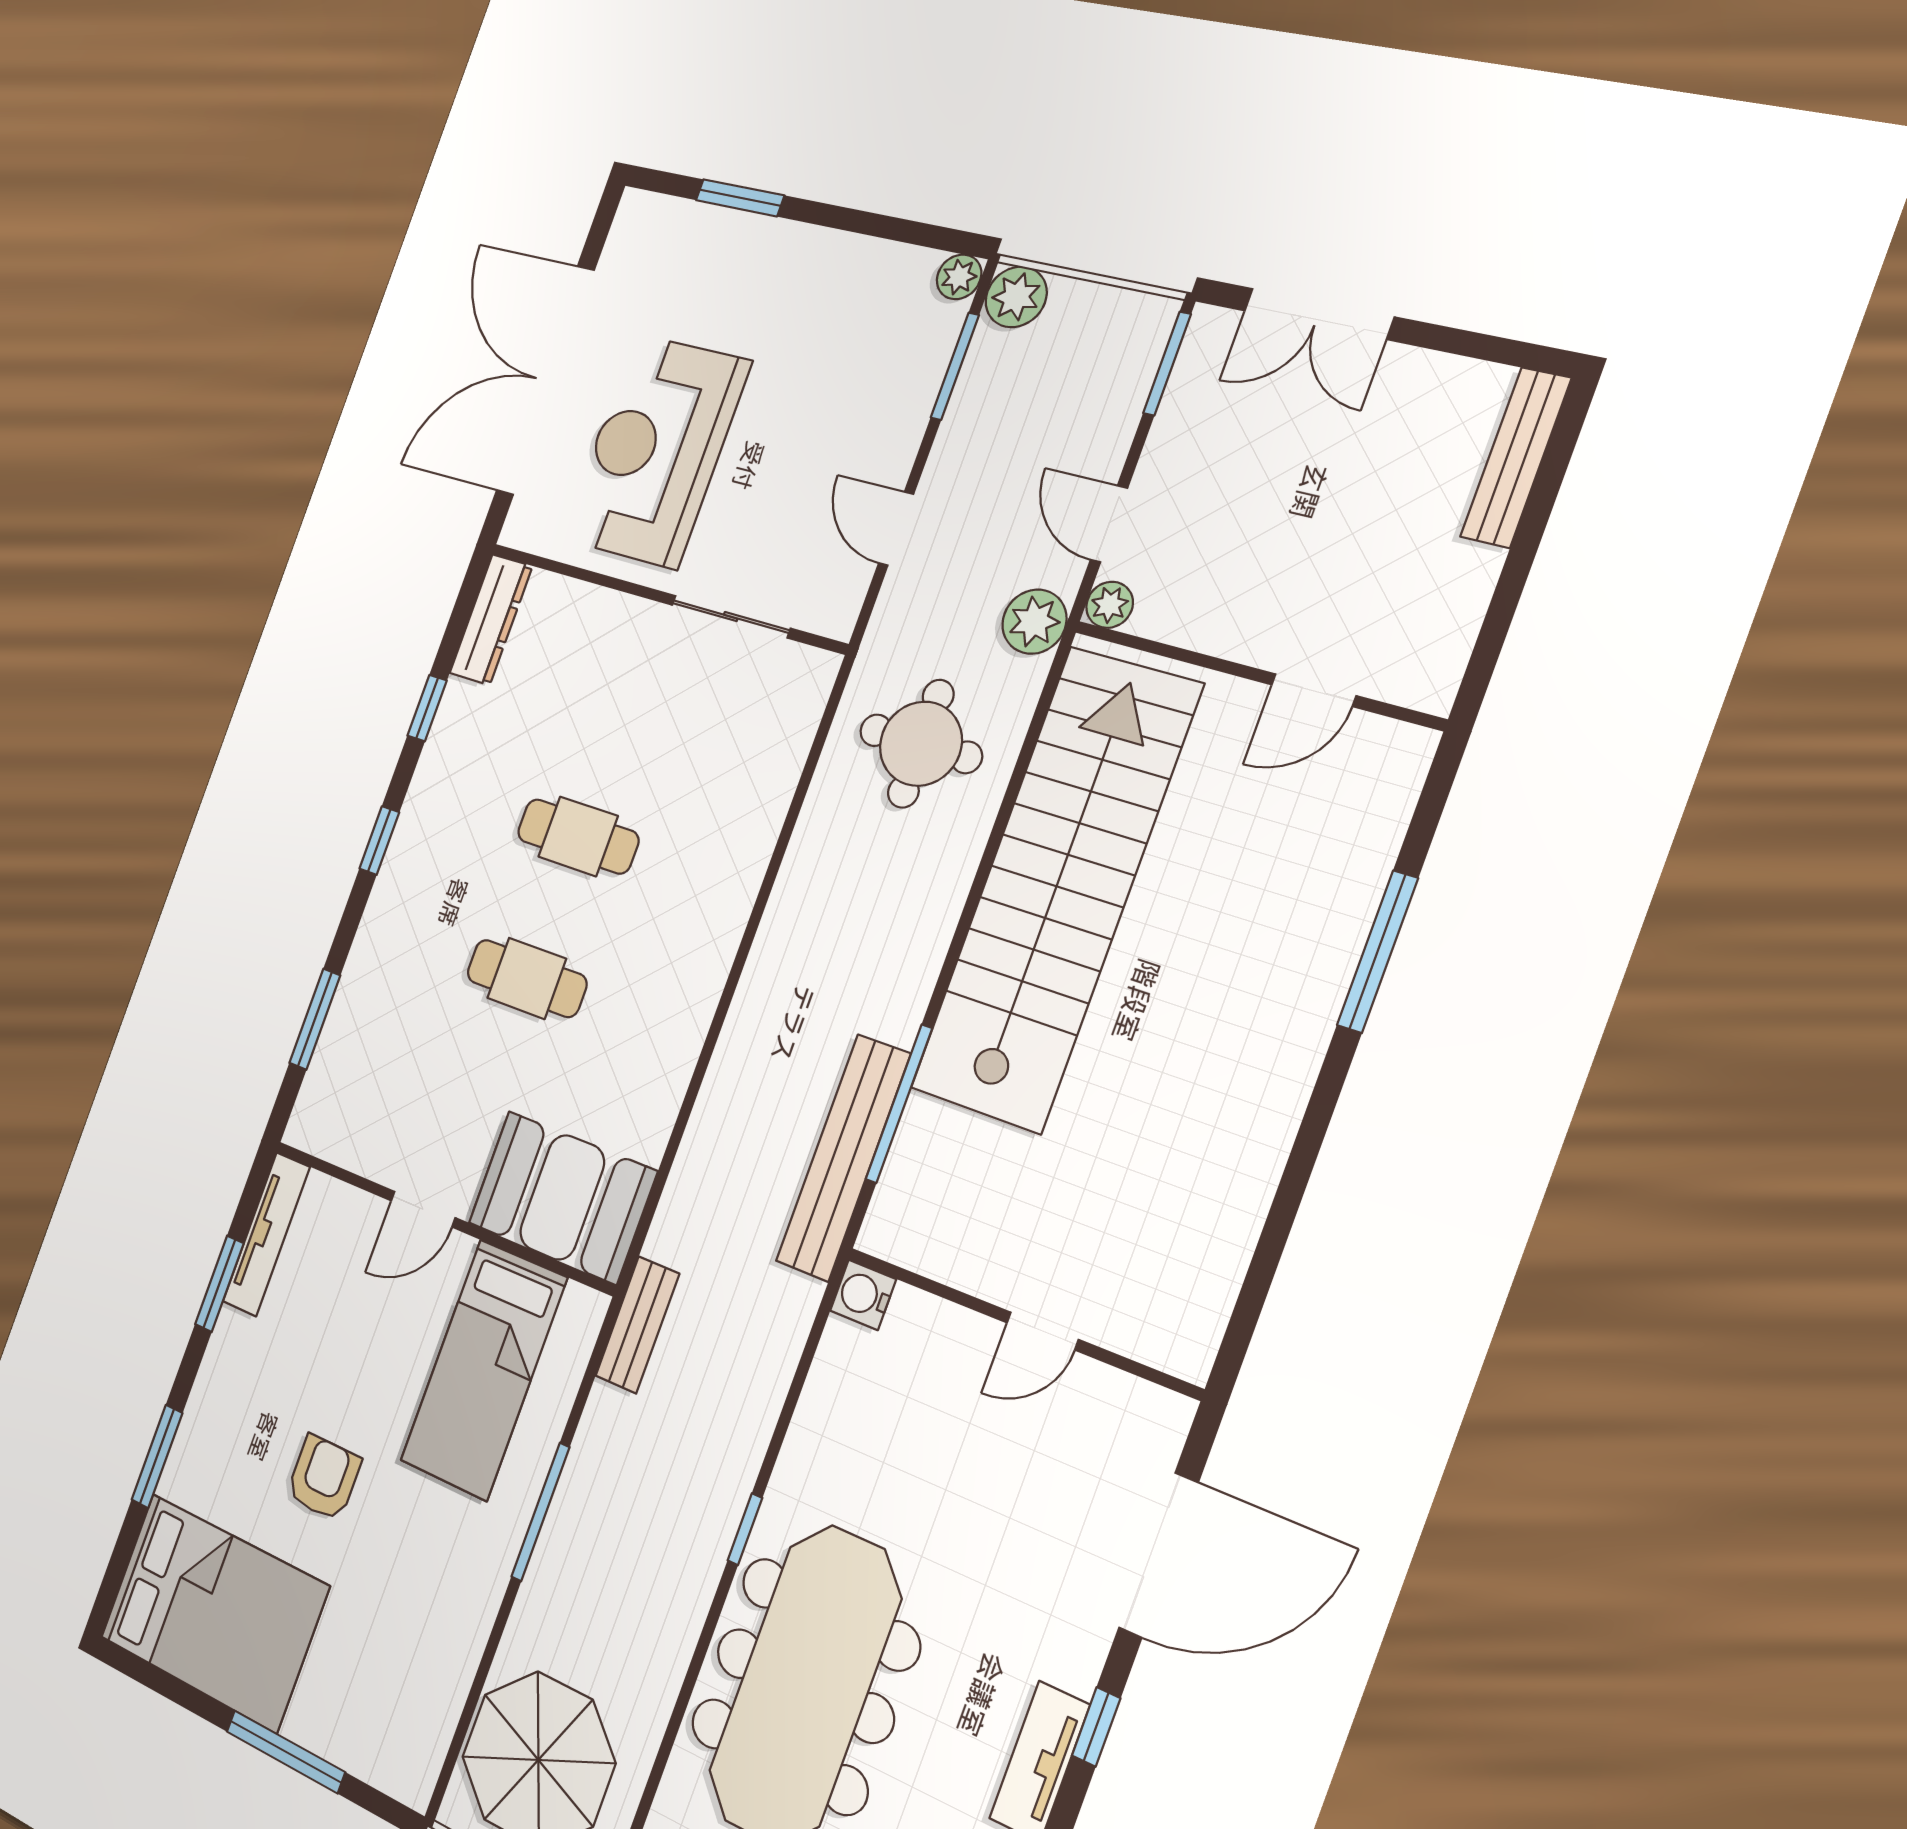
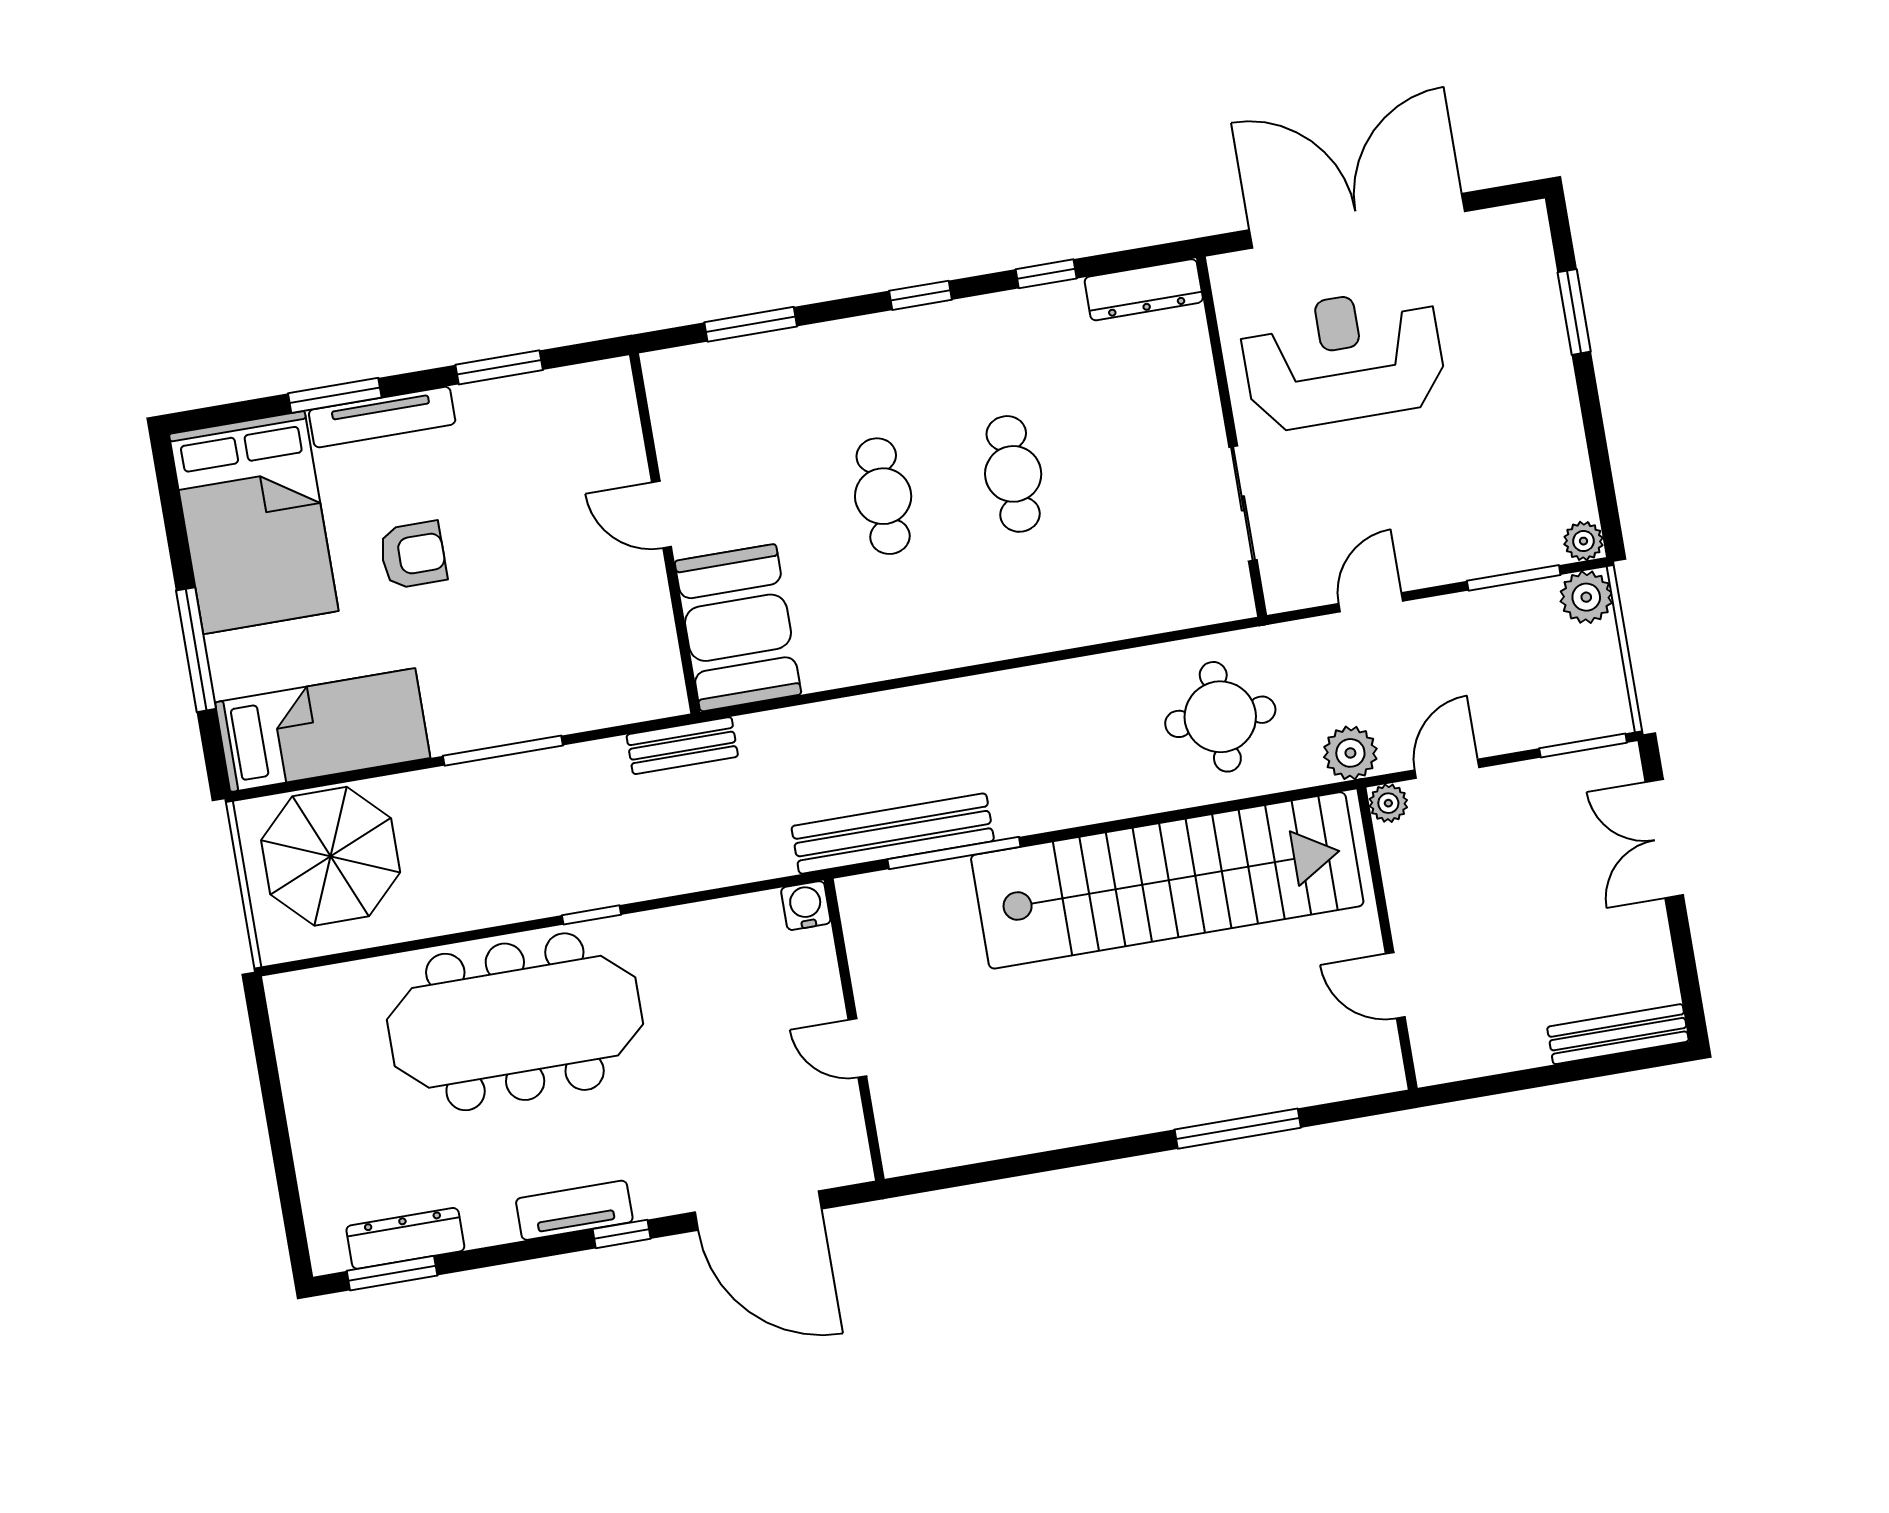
tv unit: (266, 1234) -> (382, 417), moved
bed: (484, 1370) -> (323, 730), moved, turned 180

